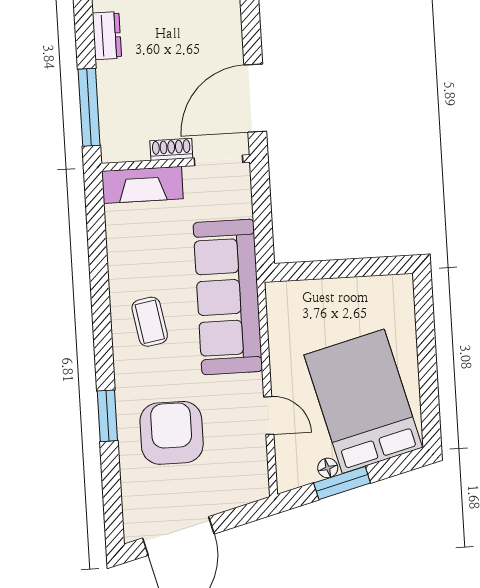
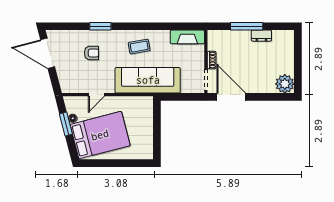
window: (89, 107) -> (247, 26), moved
fireplace: (142, 185) -> (187, 37), moved, turned -90
armchair: (172, 433) -> (91, 53), width x0.53, depth x0.53

